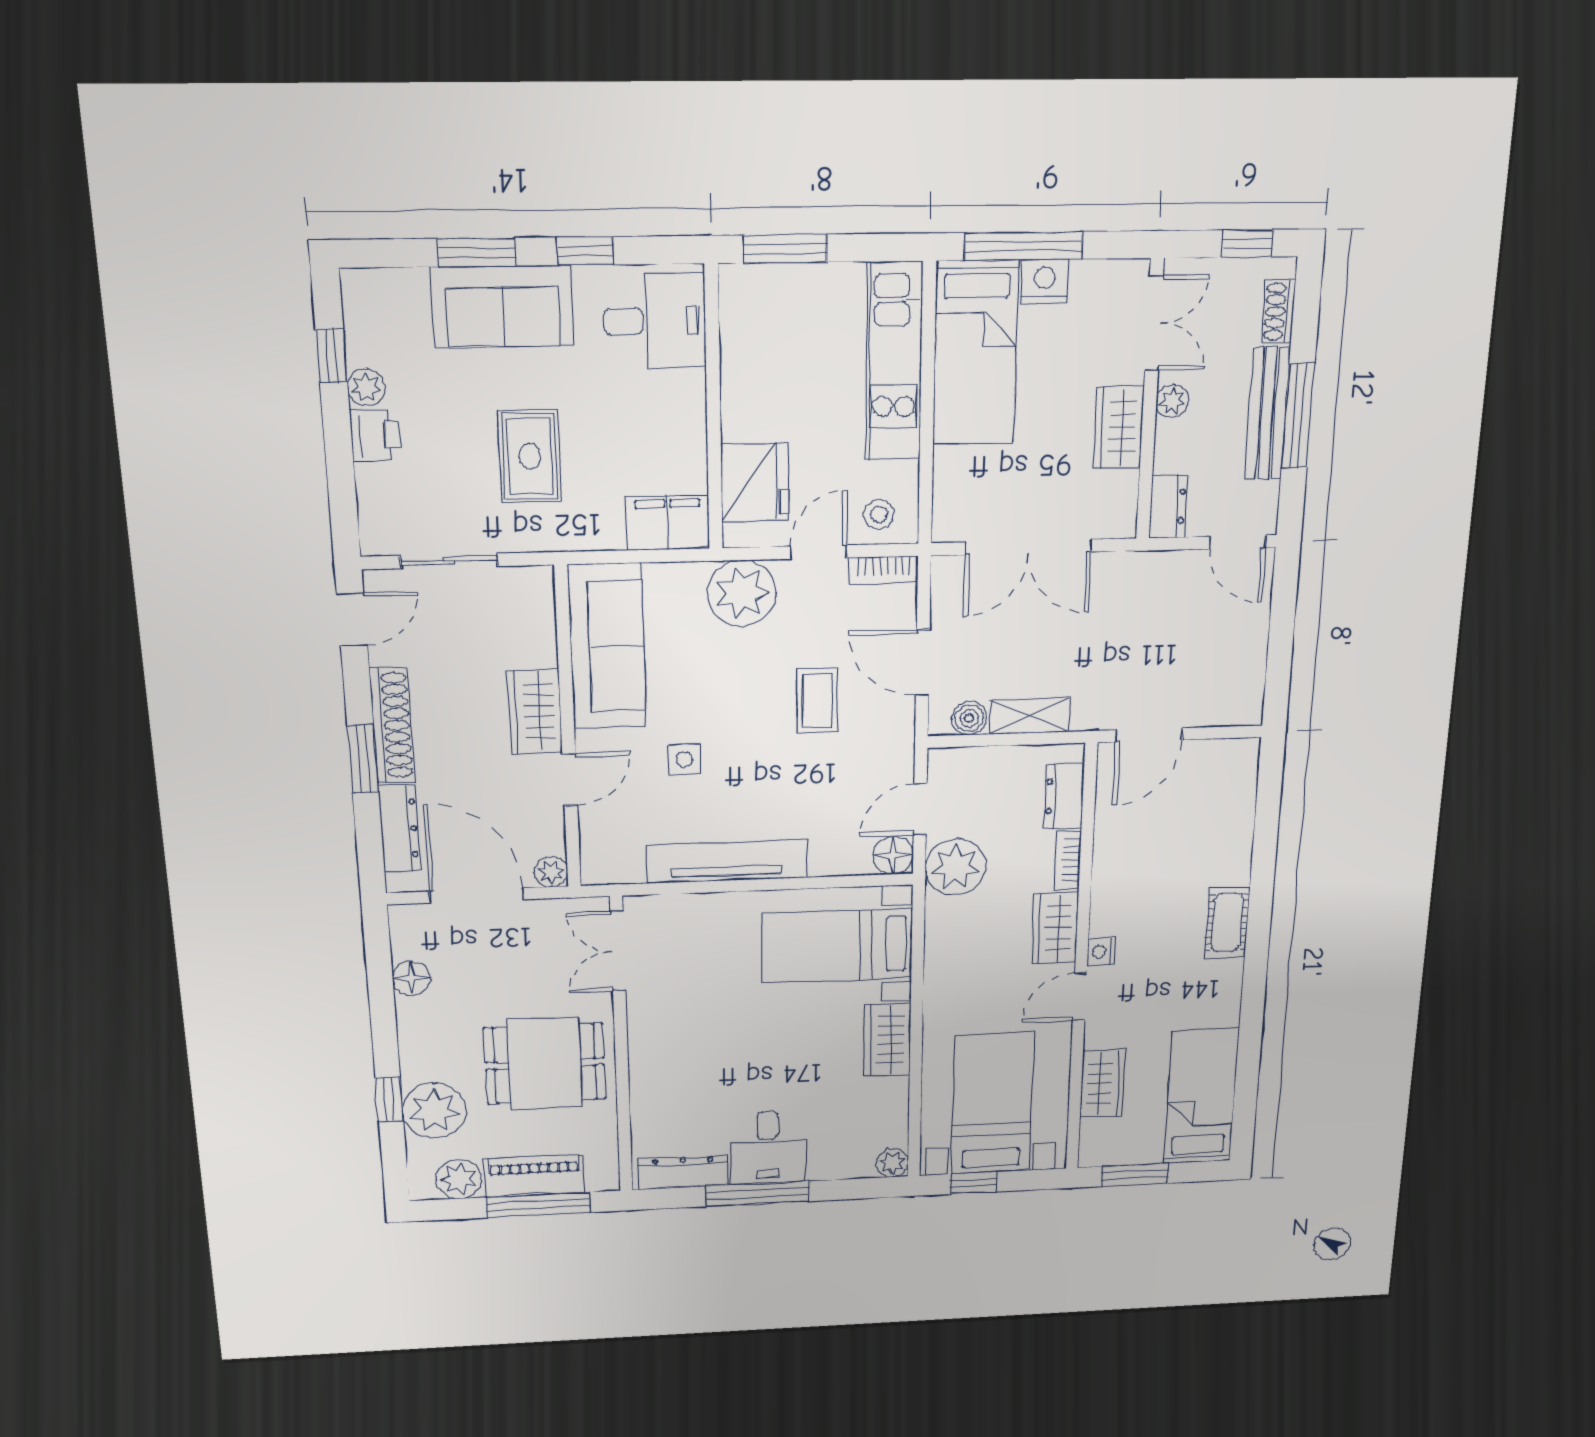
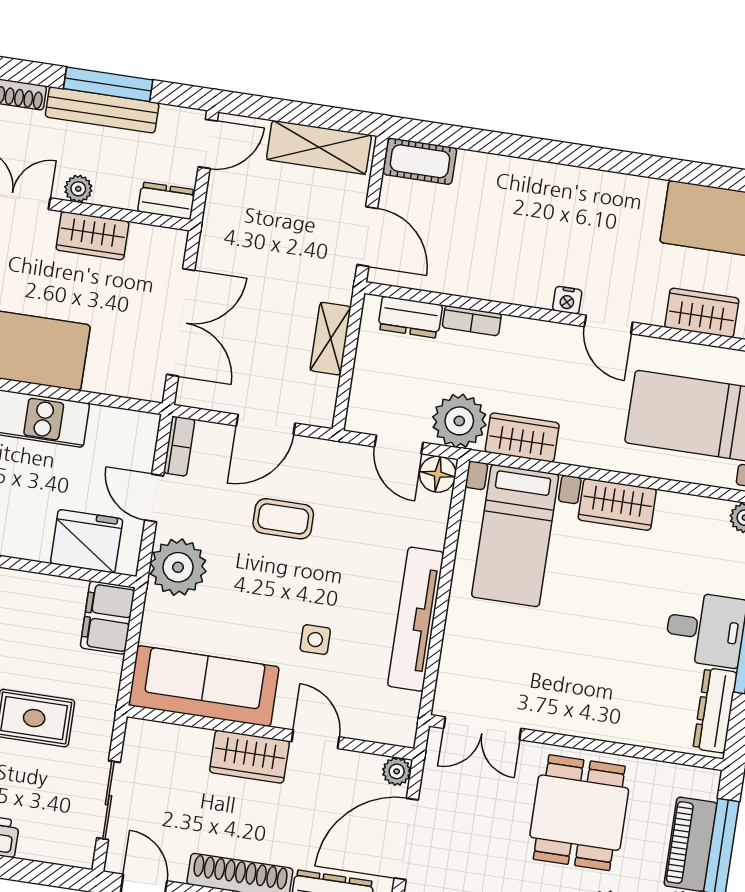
stool: (879, 514) -> (131, 443), removed
shelving: (1244, 666) -> (319, 147), added
boiler: (969, 718) -> (323, 391), removed
cot: (1227, 922) -> (420, 161), moved
wardrobe: (1055, 928) -> (522, 437), moved, turned 180

